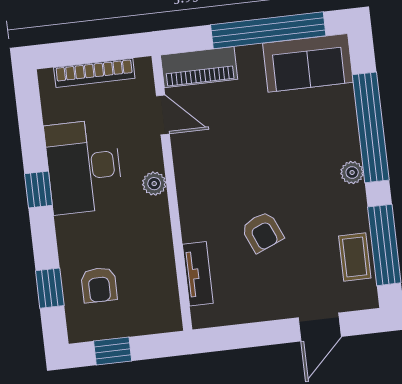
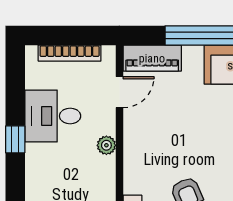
door: (163, 115) -> (119, 92), hinge flipped
desk: (84, 167) -> (53, 116), width x0.73

